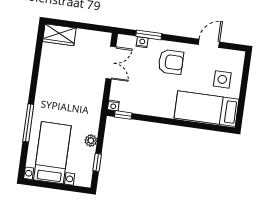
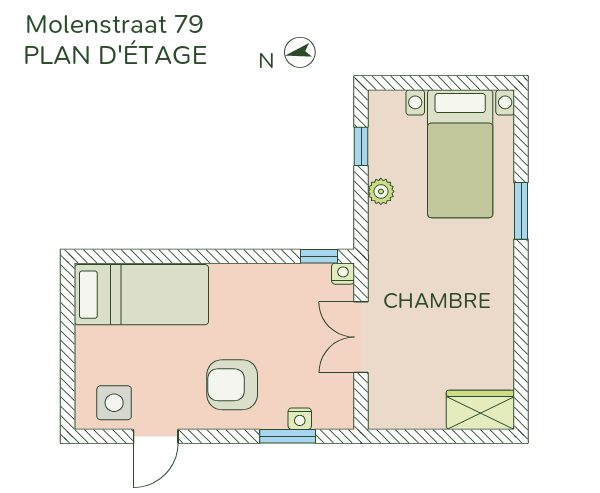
double door: (111, 63) -> (361, 337), moved
side table: (222, 79) -> (114, 403), moved
window: (28, 123) -> (521, 211), width x0.69

